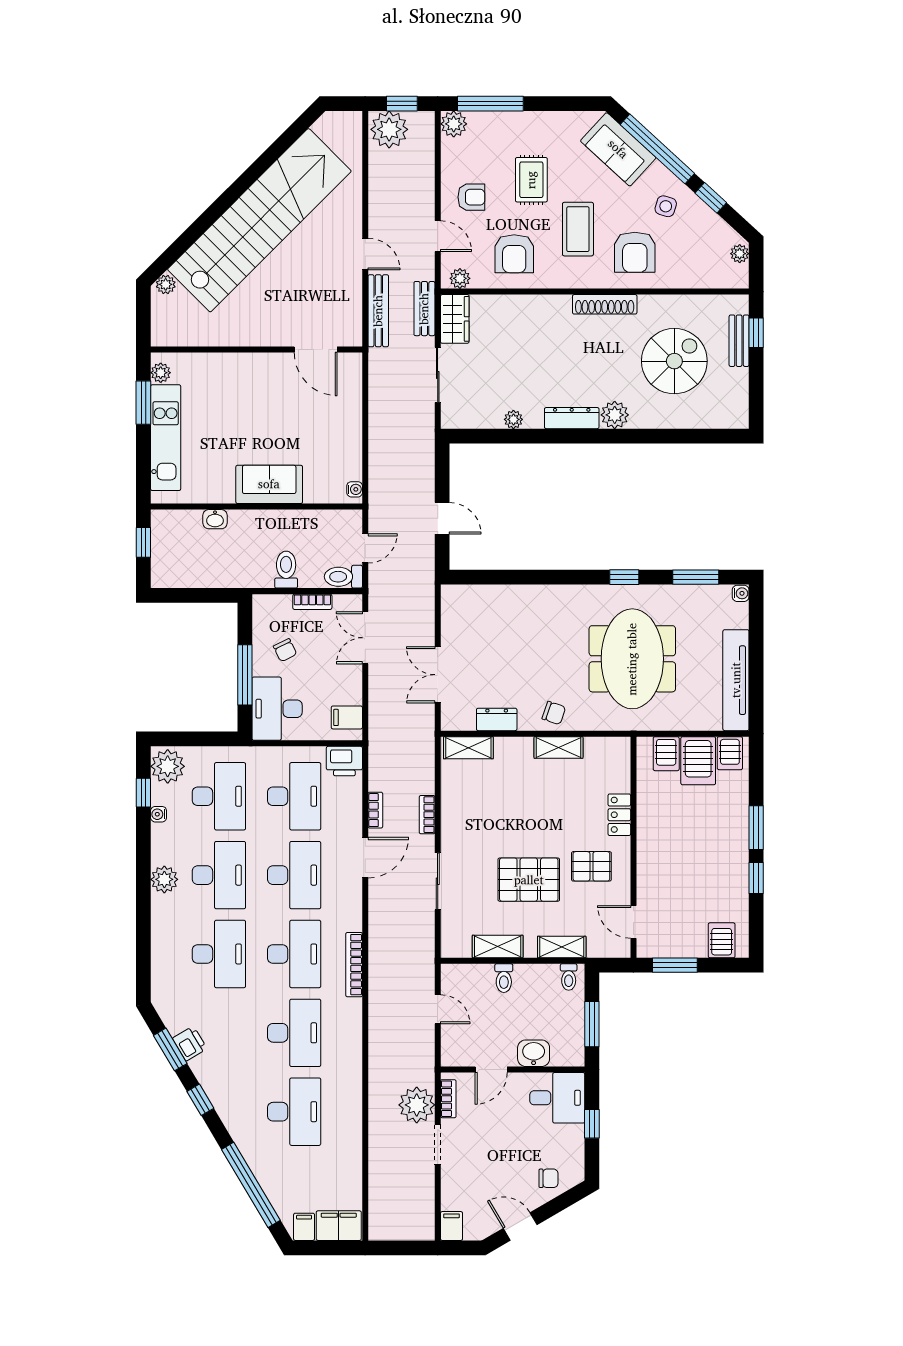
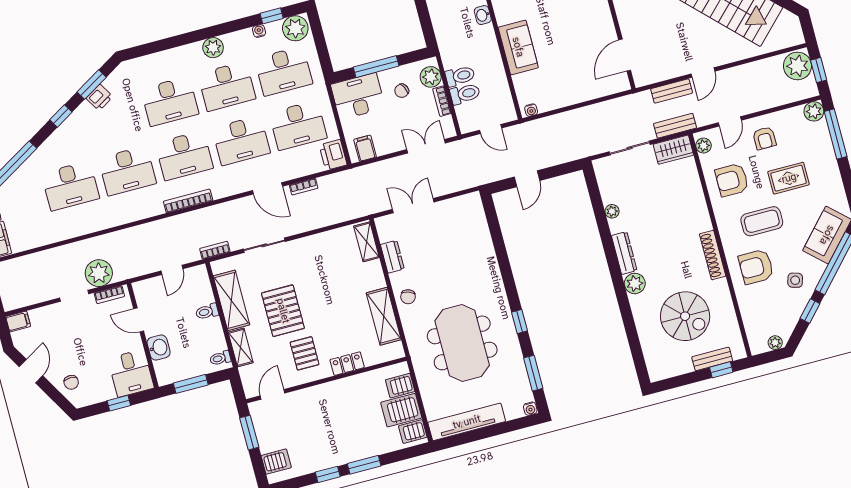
bench: (378, 311) -> (672, 91), width x0.73
toilet: (343, 577) -> (465, 94), moved, turned 90
plant: (277, 608) -> (431, 77), added
meeting table: (632, 659) -> (462, 343), turned 90
shelving: (559, 748) -> (384, 316), width x1.50, depth x1.33
bookcase: (427, 815) -> (215, 250), moved
shelving: (498, 946) -> (231, 300), width x1.50, depth x1.33

